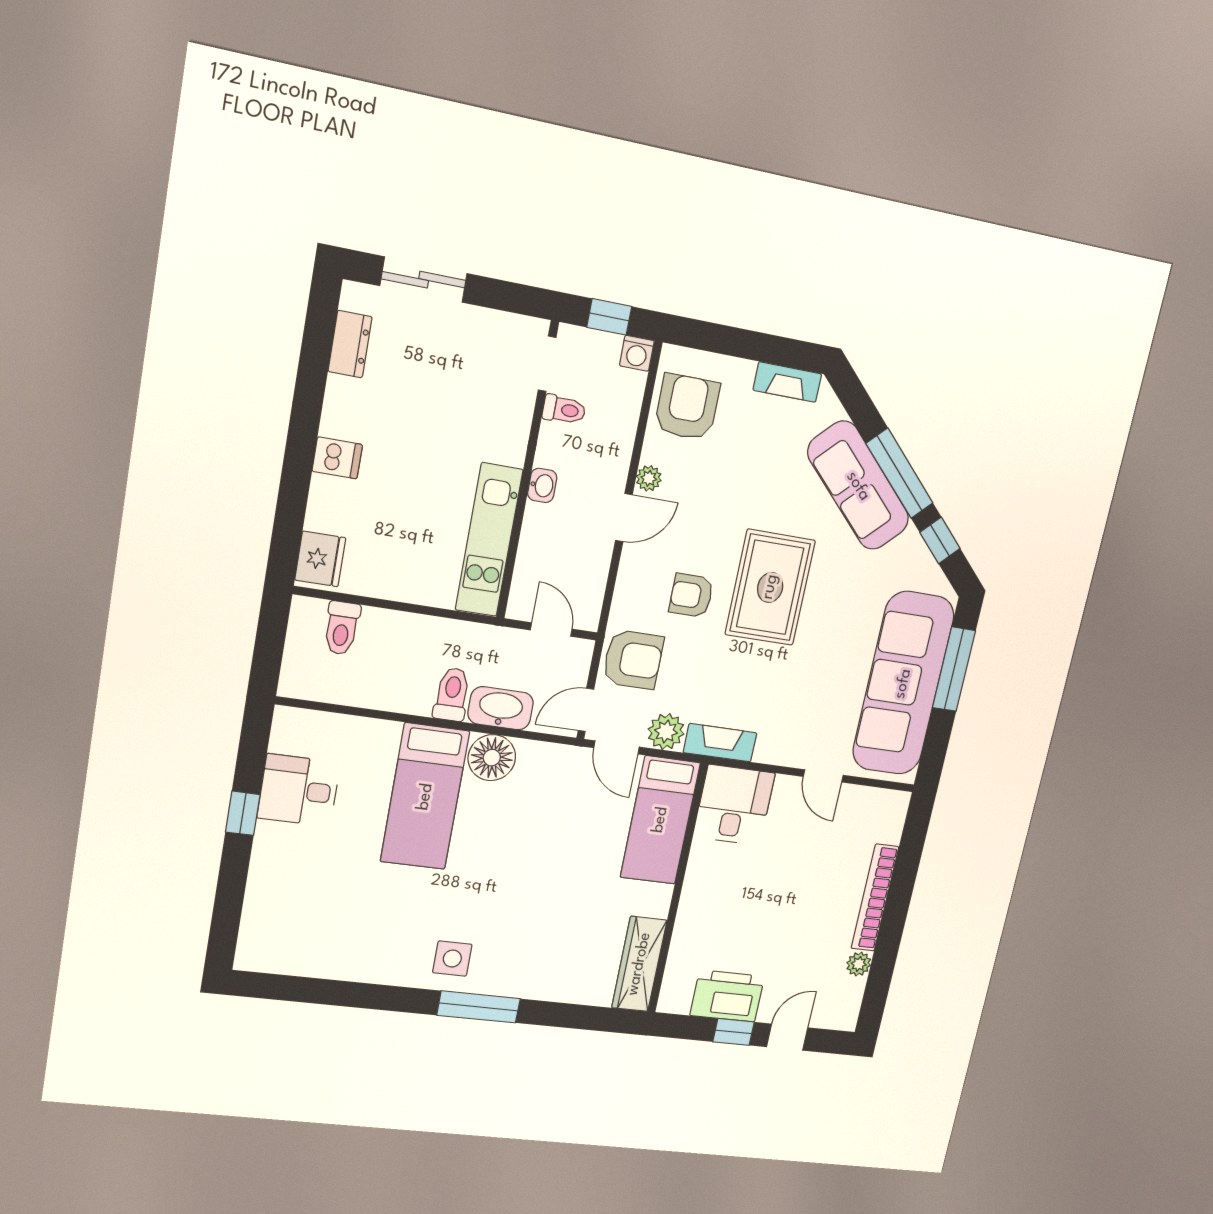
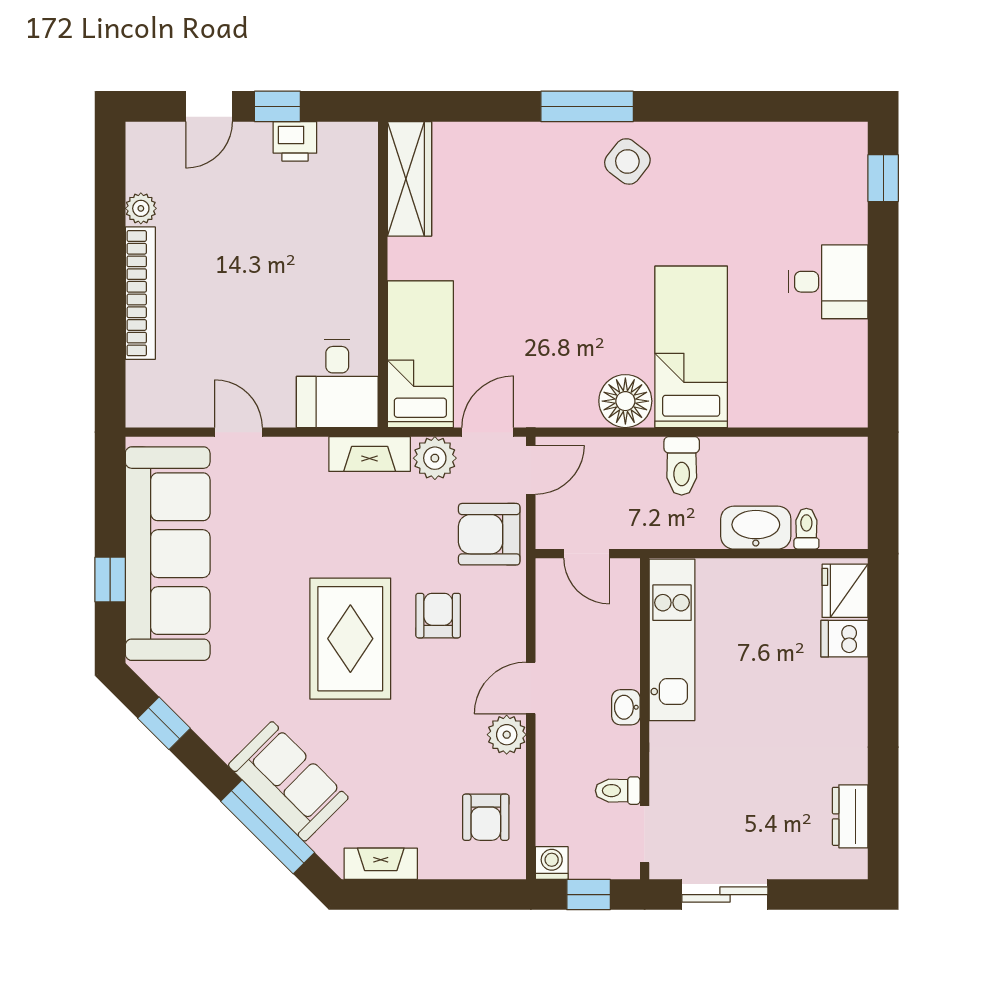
sliding door: (424, 280) -> (725, 895), moved
armchair: (687, 407) -> (486, 817), width x0.72, depth x0.72
dishwasher: (337, 458) -> (844, 639), moved
window: (900, 473) -> (268, 827), moved
plant: (649, 478) -> (507, 735), width x1.38, depth x1.38
sofa: (858, 486) -> (288, 781), width x0.73
armchair: (691, 595) -> (438, 616), turned -90
toilet: (342, 628) -> (806, 529), width x0.73, depth x0.72
window: (954, 669) -> (110, 580), width x0.46
washbasin: (501, 708) -> (756, 528), moved, turned 180
door: (617, 747) -> (488, 432), hinge flipped
desk: (299, 790) -> (828, 282), moved
window: (243, 813) -> (883, 178), moved
side table: (452, 959) -> (627, 161), turned 38
printer: (727, 996) -> (295, 141), width x0.53, depth x0.68

